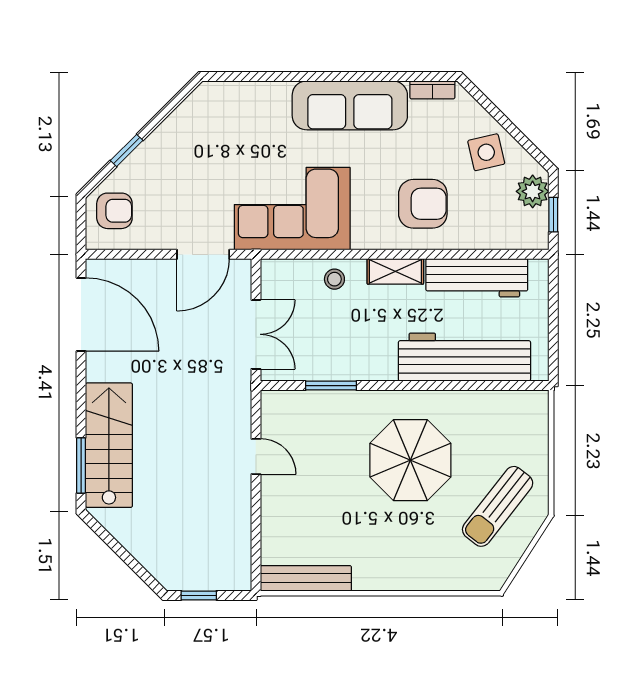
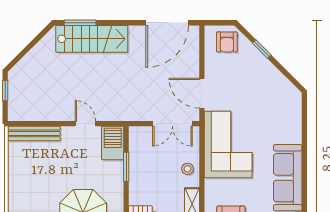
double door: (256, 334) -> (172, 124), moved
barbecue: (290, 409) -> (113, 143), added
door: (256, 456) -> (85, 124), swing flipped
bench: (306, 578) -> (34, 133), moved, turned 90

